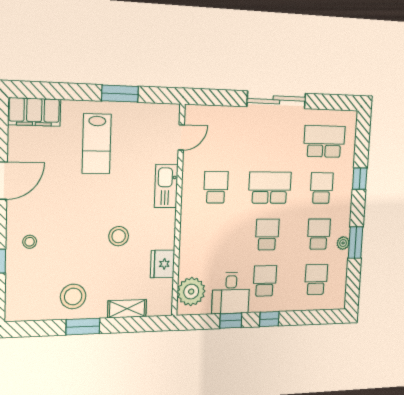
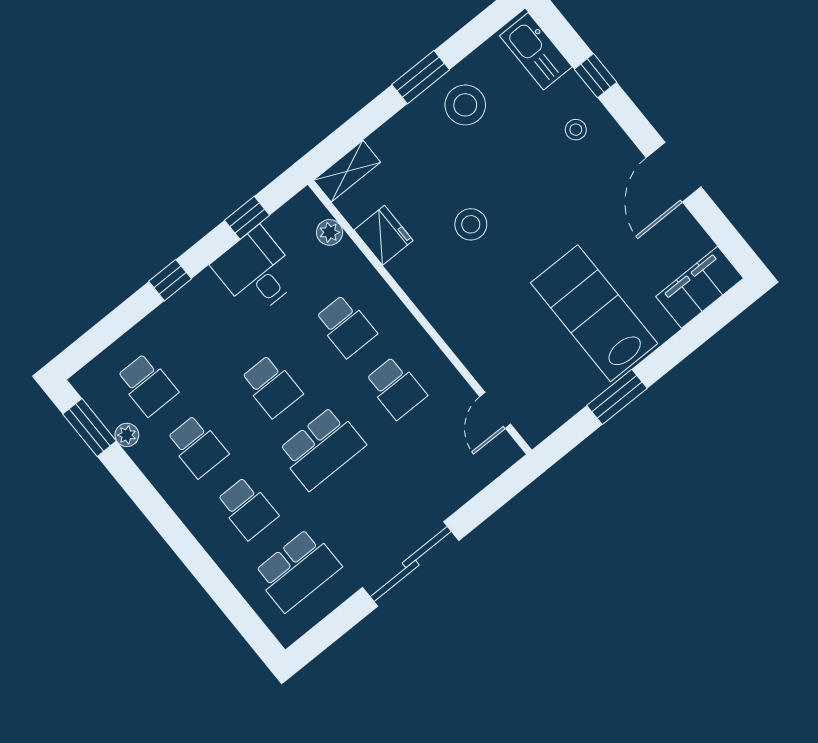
lab bench: (97, 144) -> (594, 313), width x1.36, depth x1.39
window: (360, 179) -> (202, 566), removed
kitchen sink: (166, 186) -> (536, 51), moved, turned 180
plant: (343, 243) -> (127, 435), moved
window: (356, 243) -> (90, 427), moved
school desk: (265, 281) -> (346, 326), moved
plant: (191, 292) -> (330, 232), width x0.53, depth x0.53
shelving: (127, 309) -> (347, 171), moved
window: (231, 321) -> (247, 218), moved

